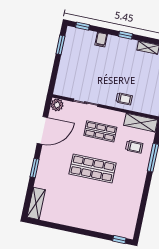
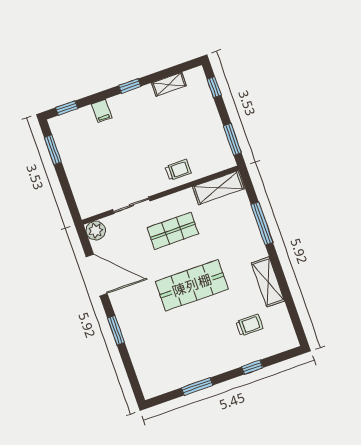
door: (42, 130) -> (97, 275), hinge flipped
trolley: (134, 147) -> (249, 325), moved
shelving: (36, 203) -> (268, 282), moved
window: (61, 227) -> (197, 386), added
window: (119, 239) -> (252, 367), moved

